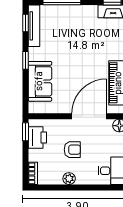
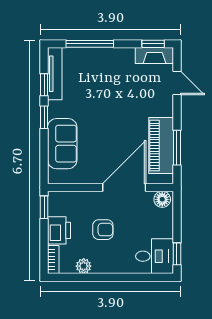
window: (26, 23) -> (44, 85), moved
printer: (37, 138) -> (59, 230), moved
plant: (69, 179) -> (84, 266), moved

